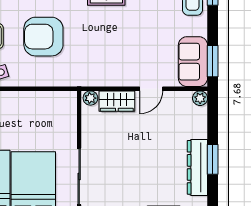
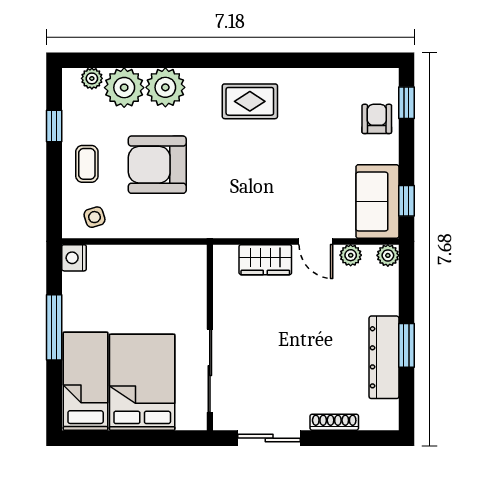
window: (213, 61) -> (406, 201), width x0.67
door: (151, 89) -> (316, 241), hinge flipped
plant: (90, 98) -> (351, 255), moved

